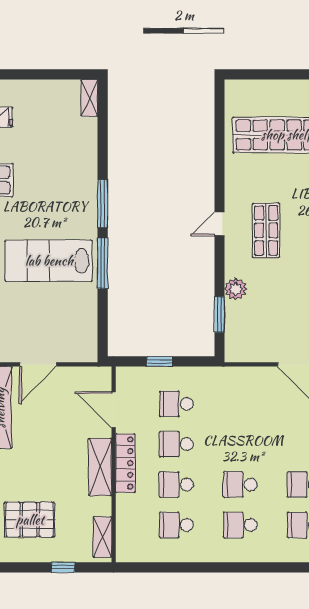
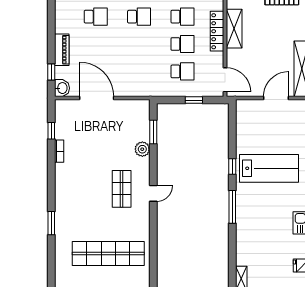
window: (103, 263) -> (232, 167), width x0.46
door: (114, 410) -> (225, 80), moved

